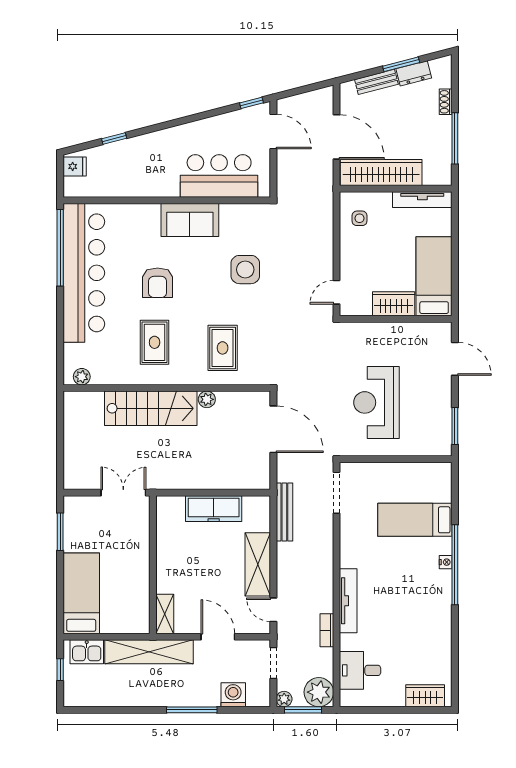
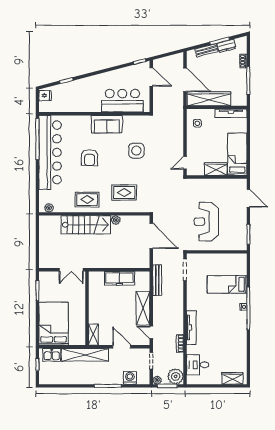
rug: (155, 342) -> (87, 200), moved, turned 90
rug: (223, 348) -> (124, 193), turned 90
double door: (123, 493) -> (71, 270), swing flipped
bed: (81, 593) -> (54, 324), width x1.50

